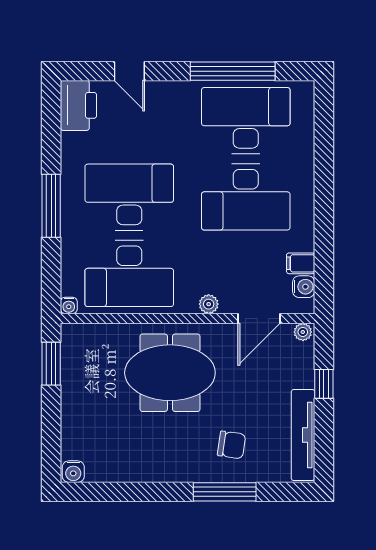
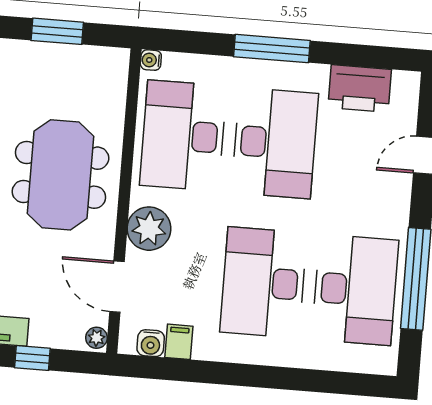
printer: (78, 105) -> (360, 89), moved
plant: (209, 304) -> (149, 229), width x1.88, depth x1.88
window: (51, 364) -> (57, 31), moved

